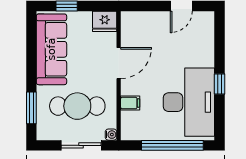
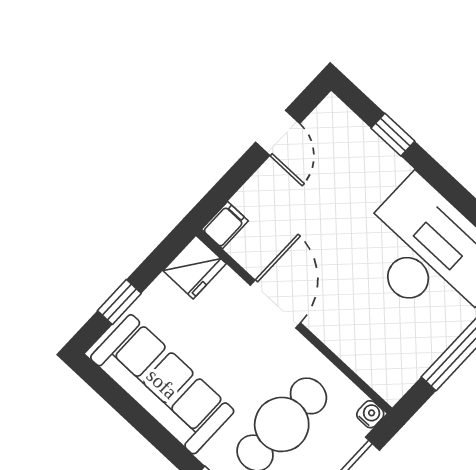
window: (220, 84) -> (393, 135), moved
filing cabinet: (130, 103) -> (225, 225), moved

